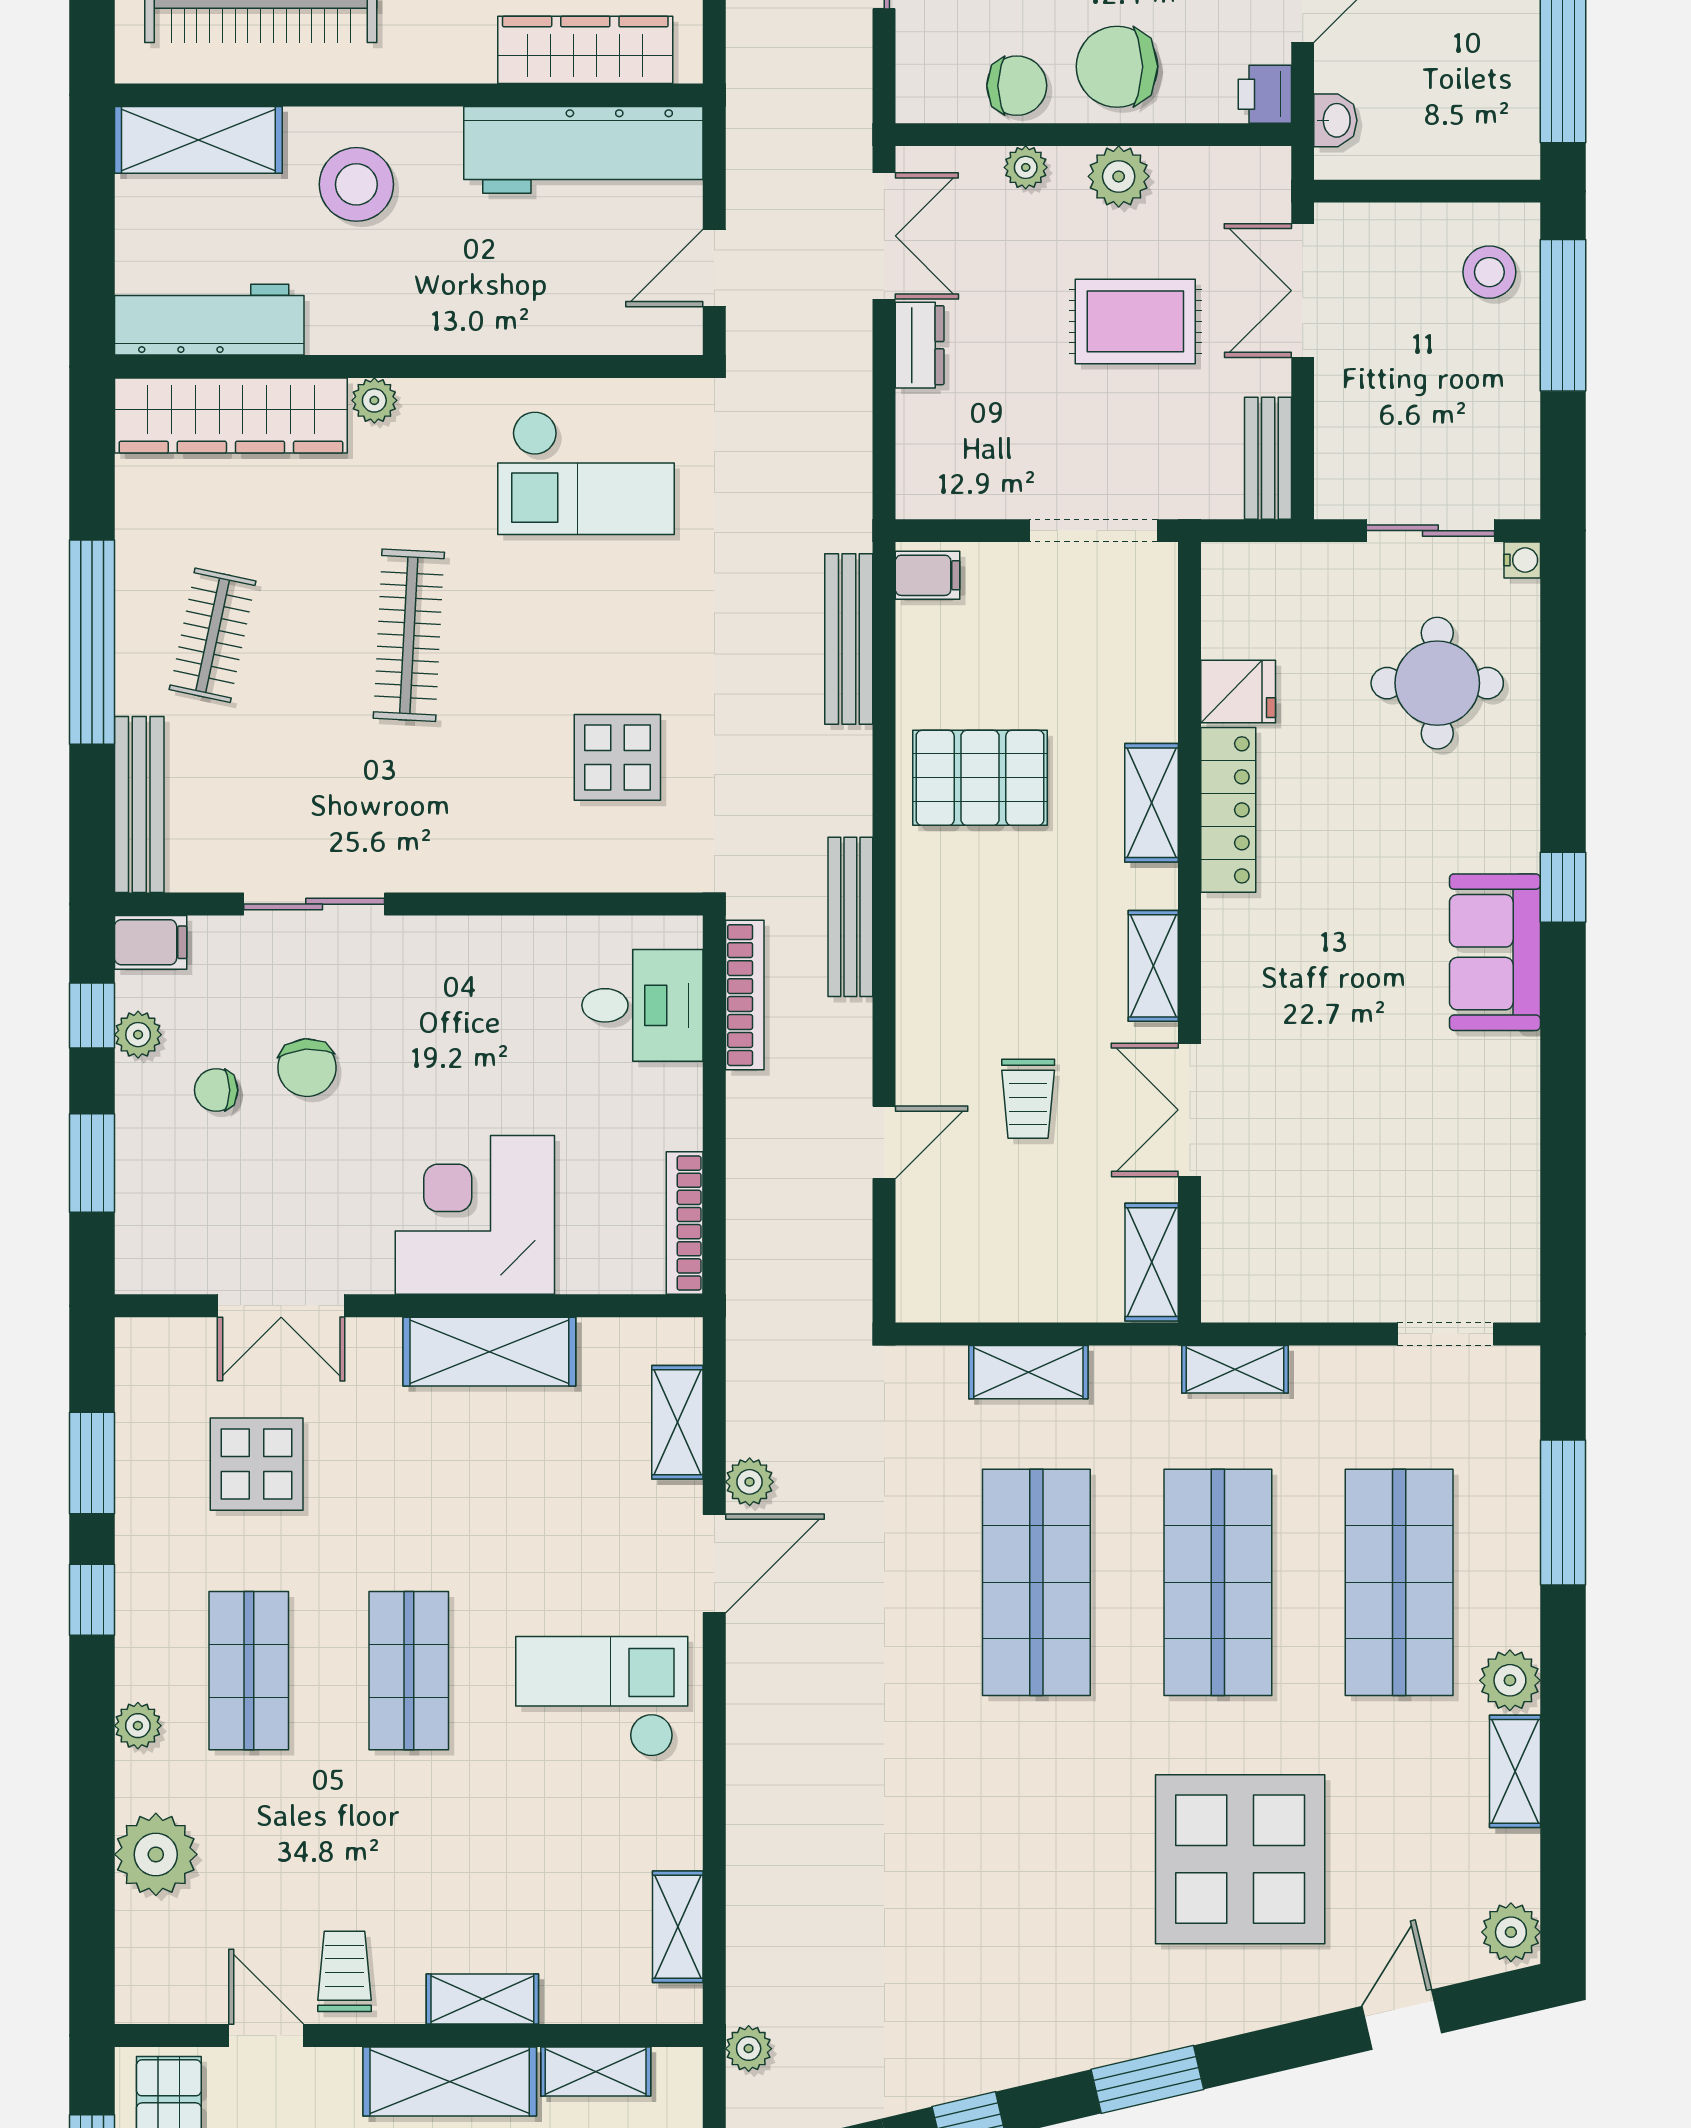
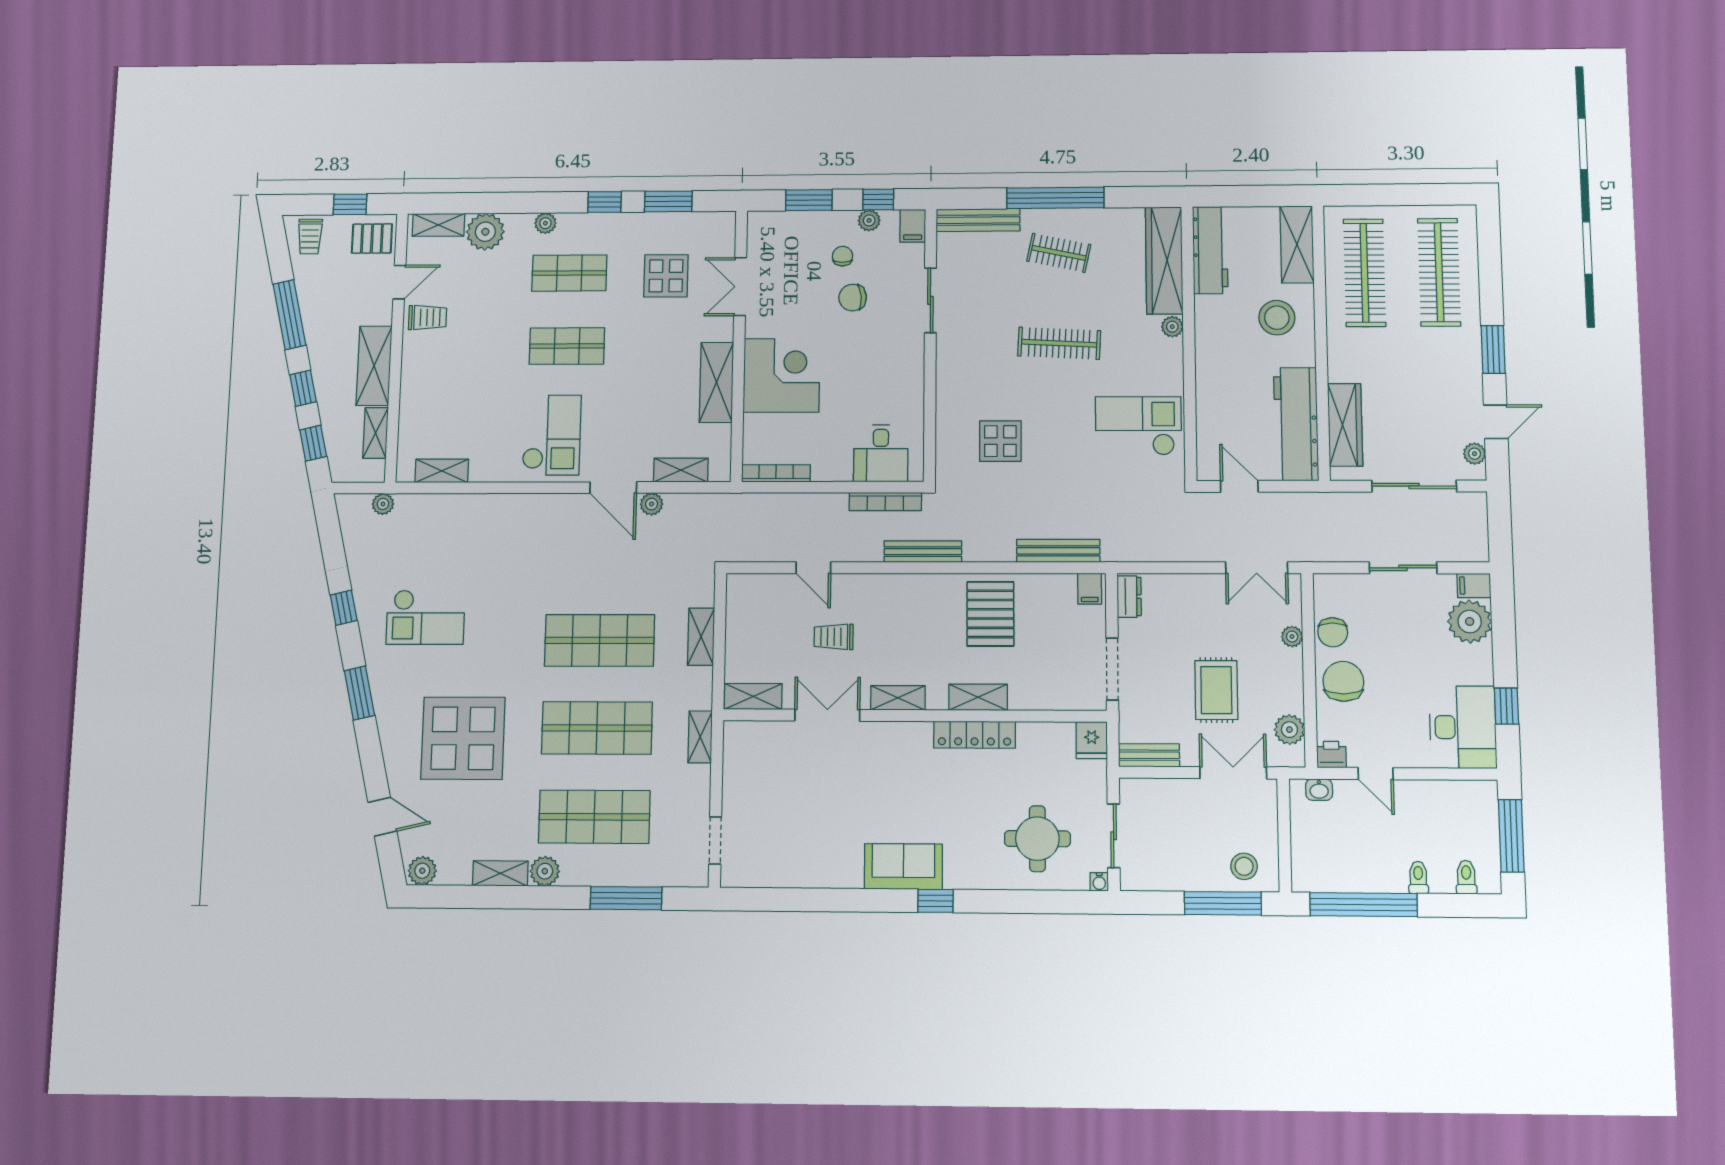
plant: (1119, 176) -> (1289, 730), moved
dresser: (920, 345) -> (1129, 597), moved, turned -90
checkout: (586, 473) -> (1138, 426), turned 90
fridge: (1238, 691) -> (1092, 740), moved
checkout: (989, 1948) -> (426, 617), added
shelving: (482, 1999) -> (439, 225), moved, turned 90

